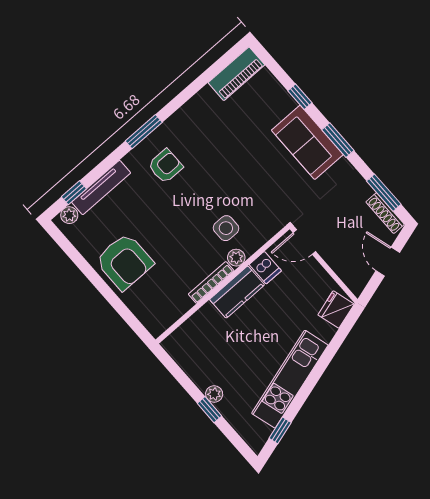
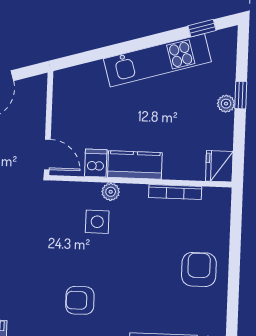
armchair: (165, 166) -> (80, 300), moved
armchair: (124, 262) -> (199, 269), width x0.73, depth x0.73
bookcase: (211, 282) -> (175, 192), moved
fridge: (336, 309) -> (219, 166), moved, turned 106

